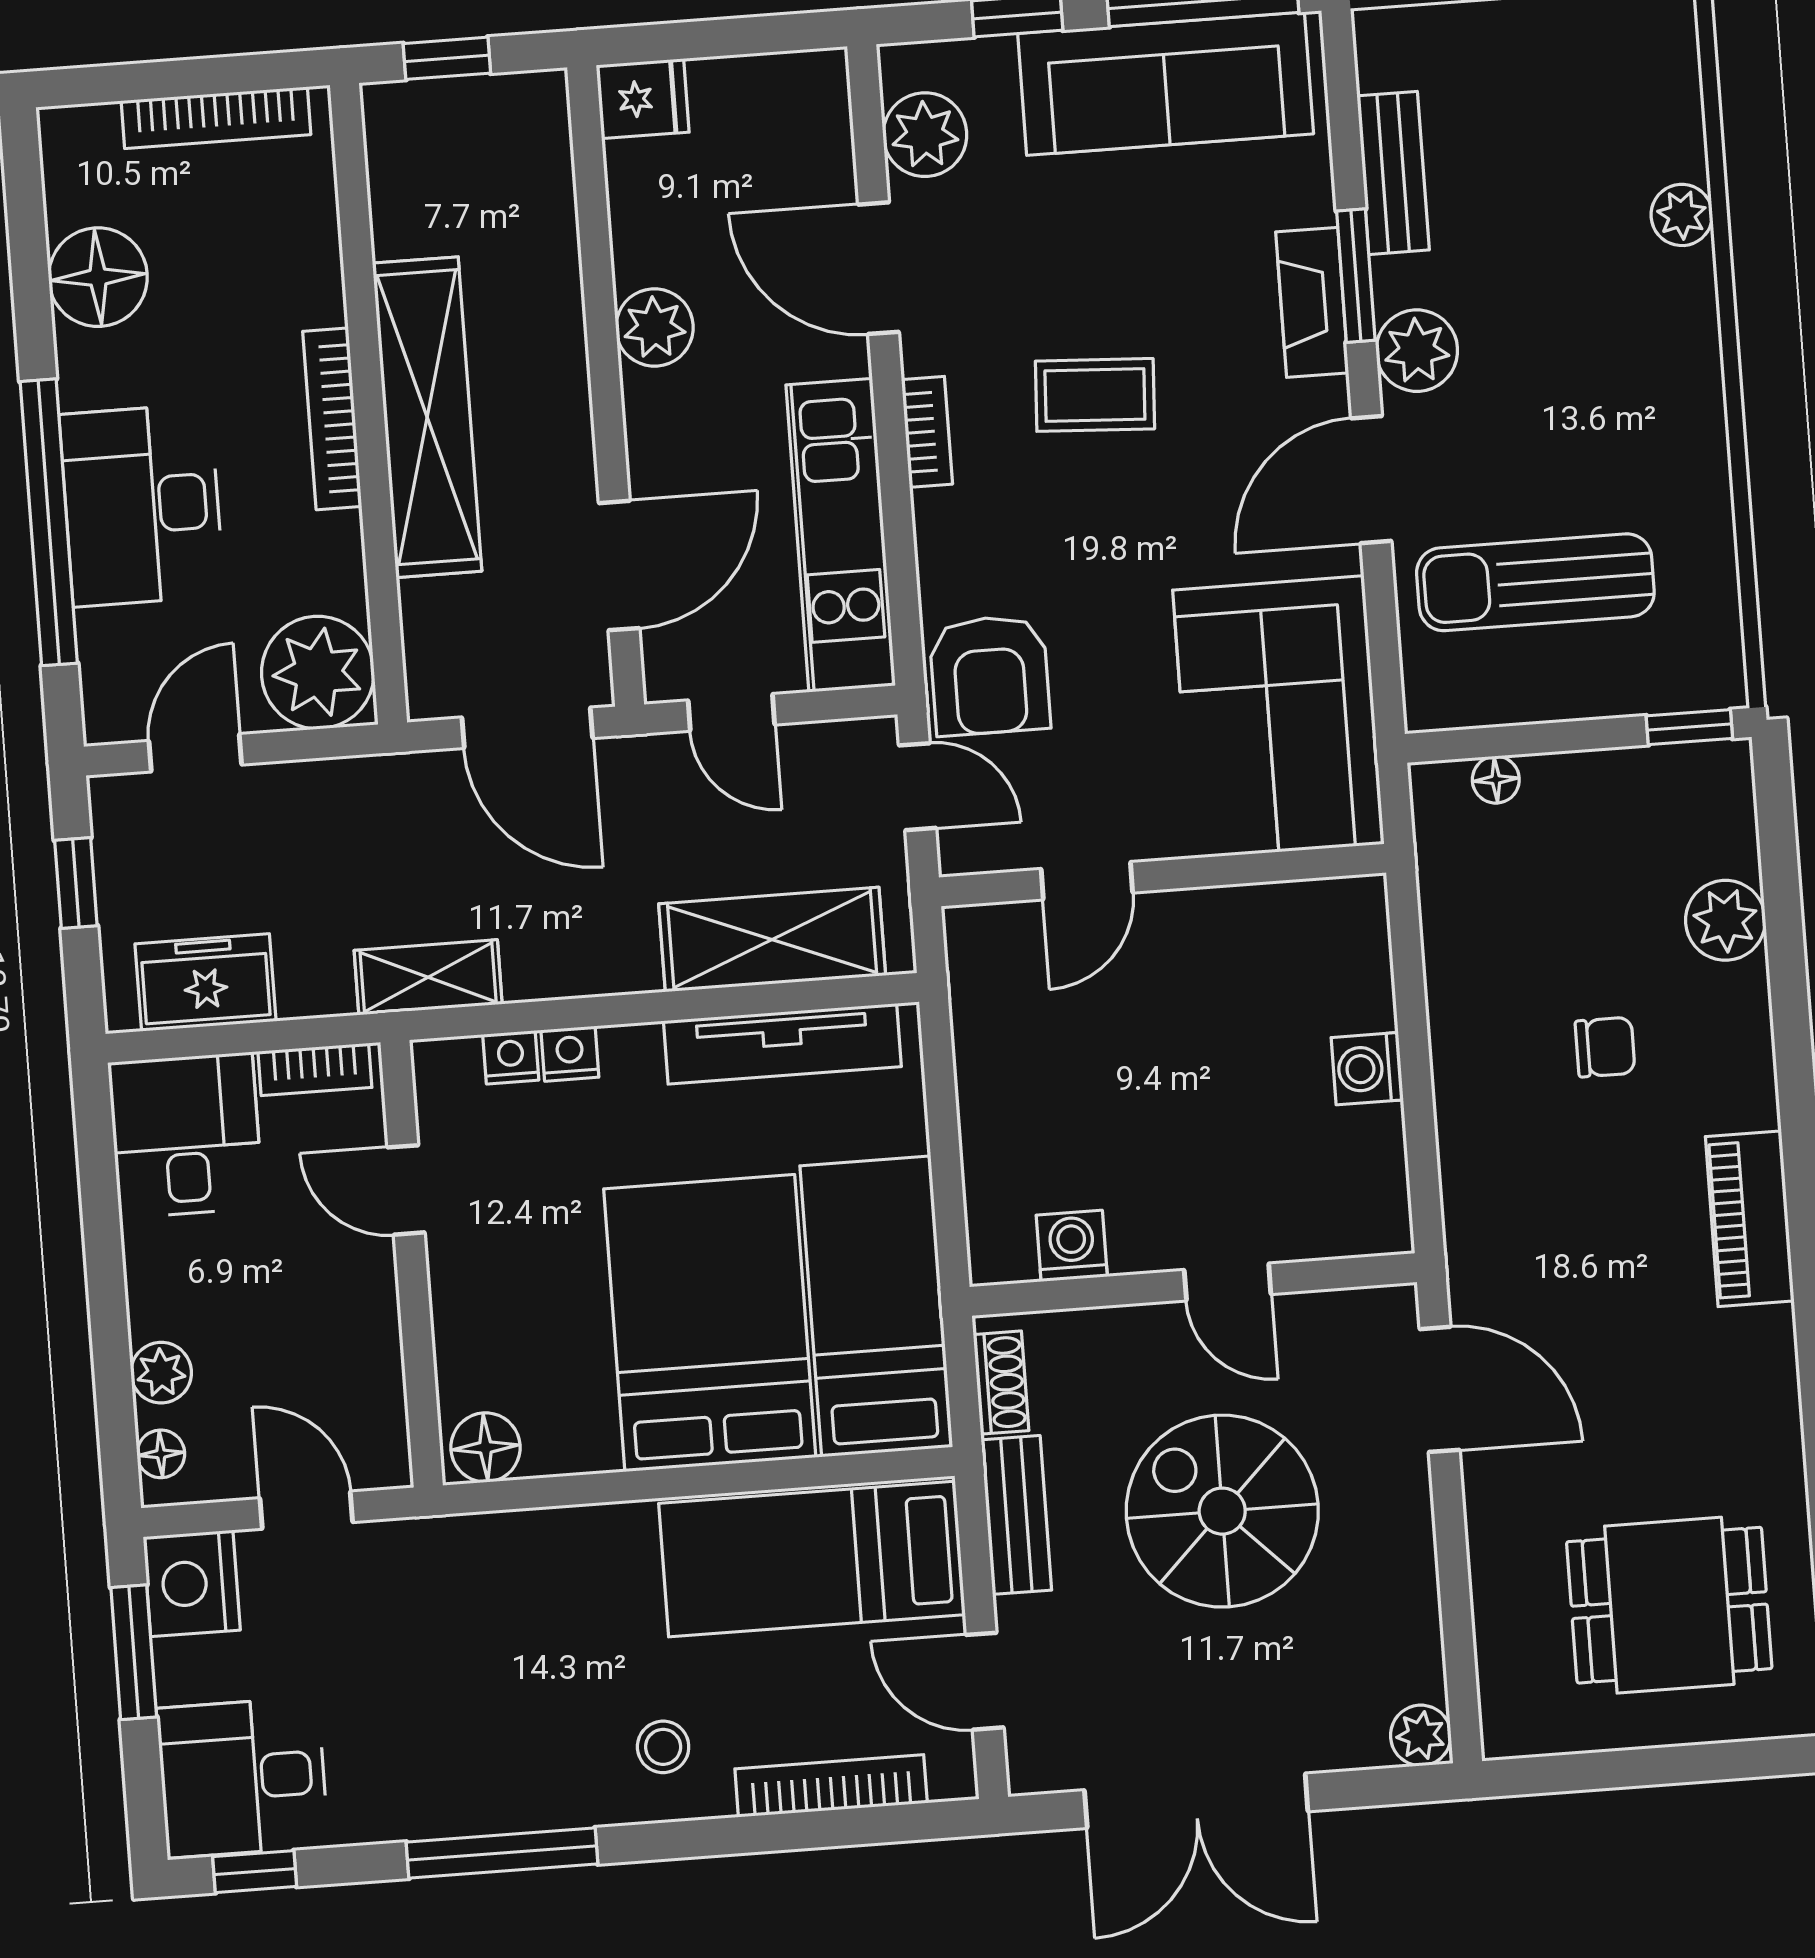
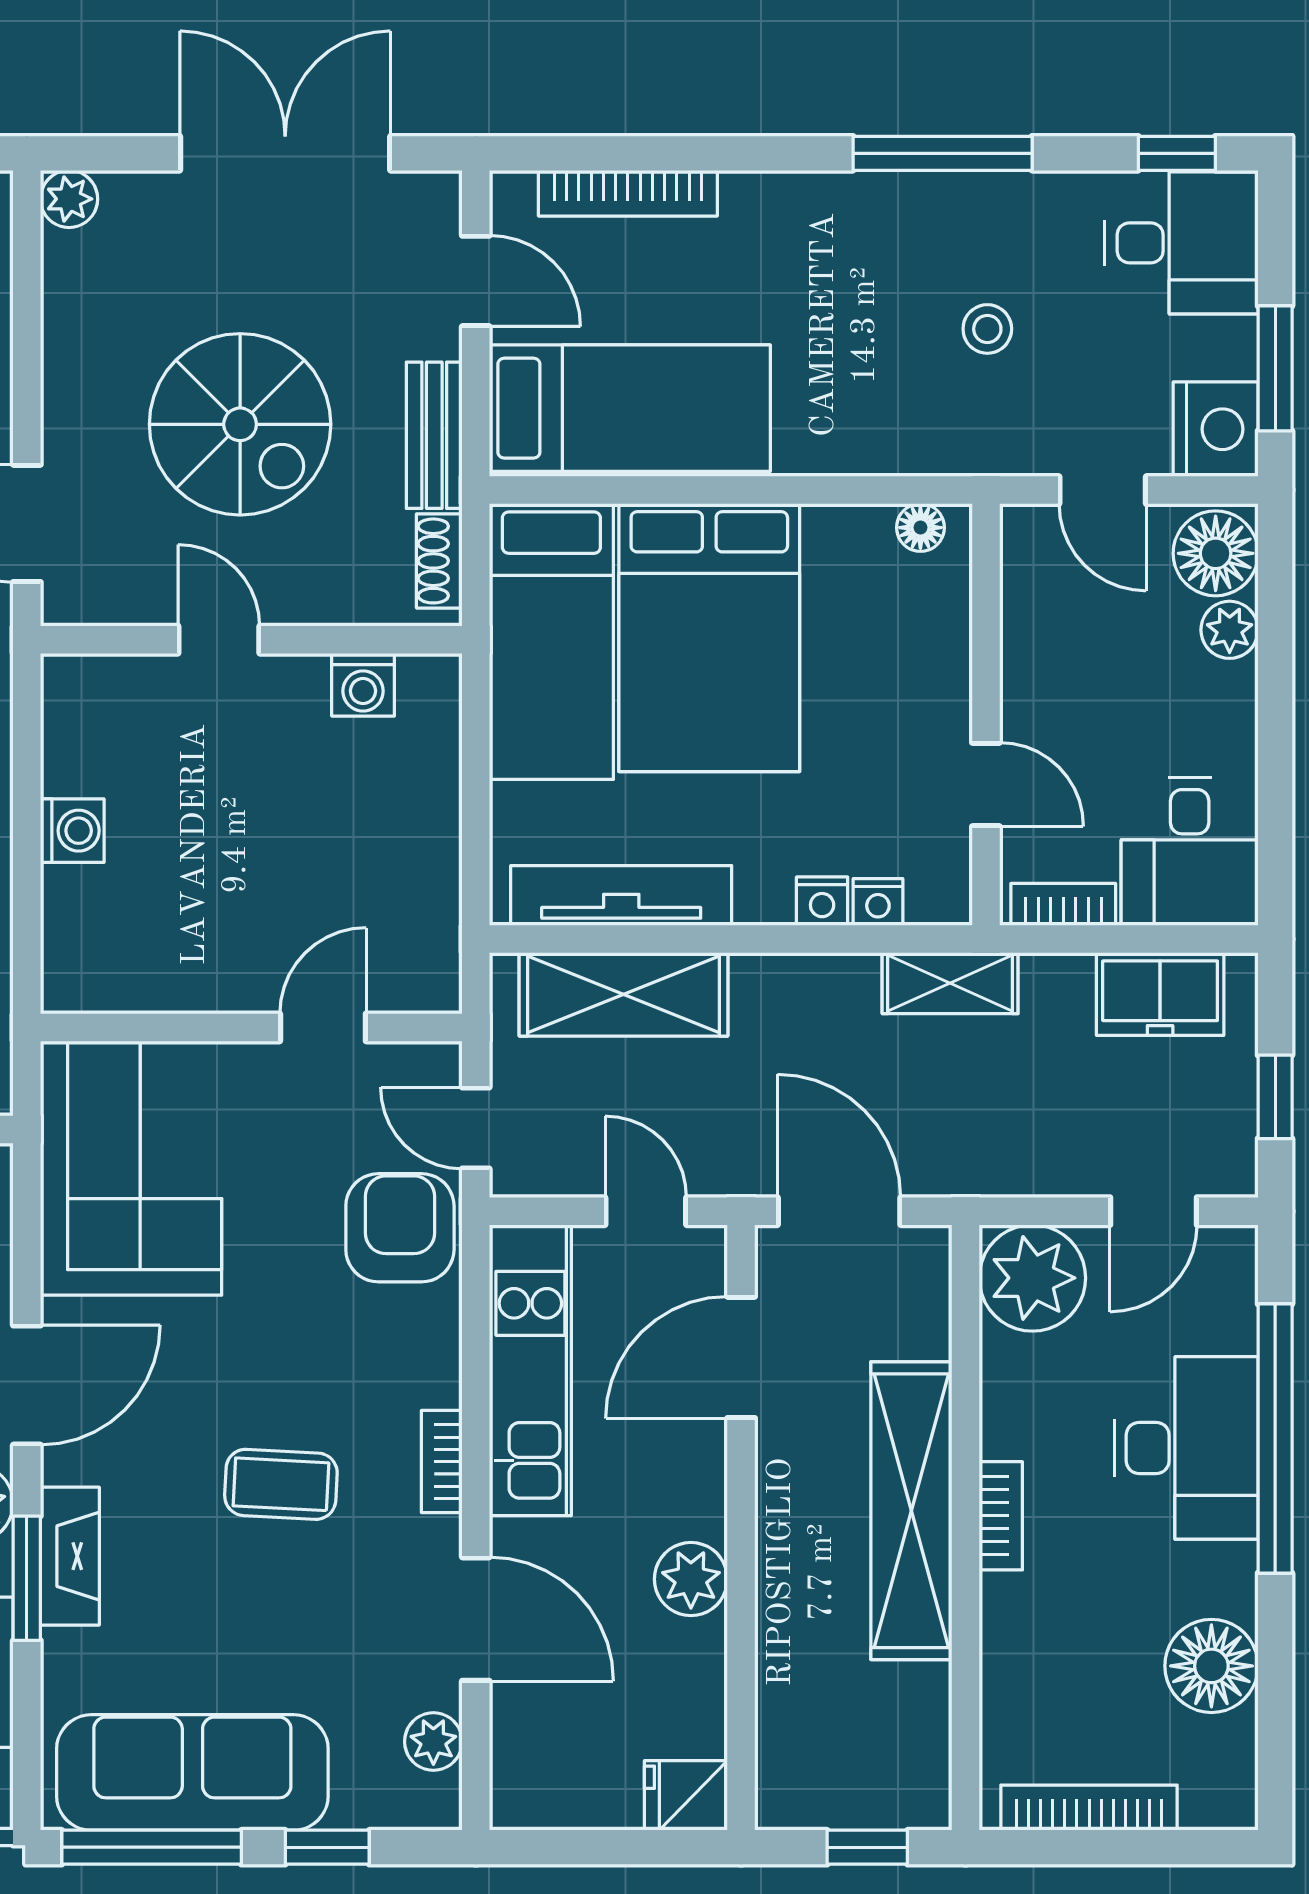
plant: (925, 135) -> (433, 1742), width x0.73, depth x0.73
bookcase: (332, 419) -> (1001, 1516), width x0.64
floor lamp: (485, 1447) -> (920, 528), width x0.73, depth x0.73
floor lamp: (161, 1454) -> (1216, 553), width x1.89, depth x1.89
stool: (663, 1747) -> (987, 329), moved

